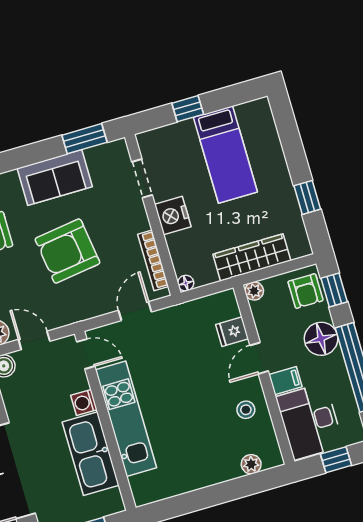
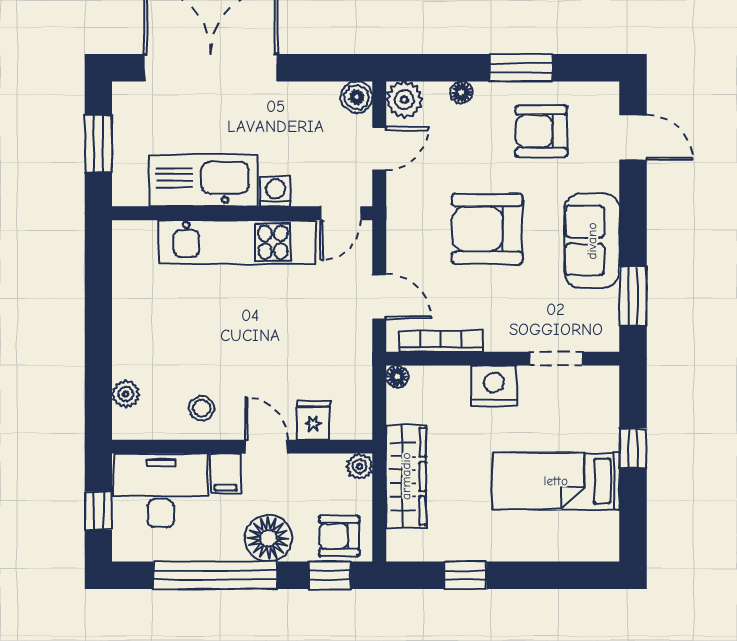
armchair: (67, 251) -> (487, 229), turned -82

